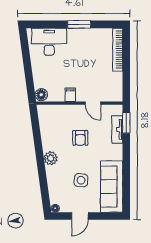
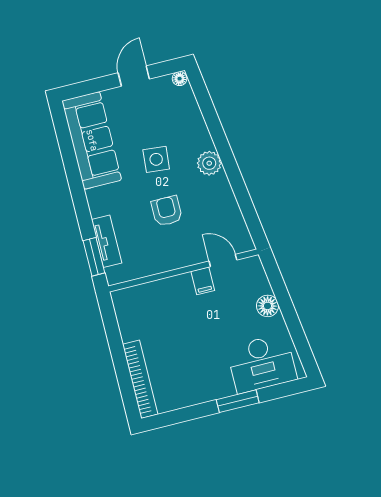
window: (79, 24) -> (238, 401), moved
floor lamp: (41, 95) -> (267, 306), moved
door: (93, 103) -> (223, 261), moved
side table: (81, 180) -> (156, 159), moved

